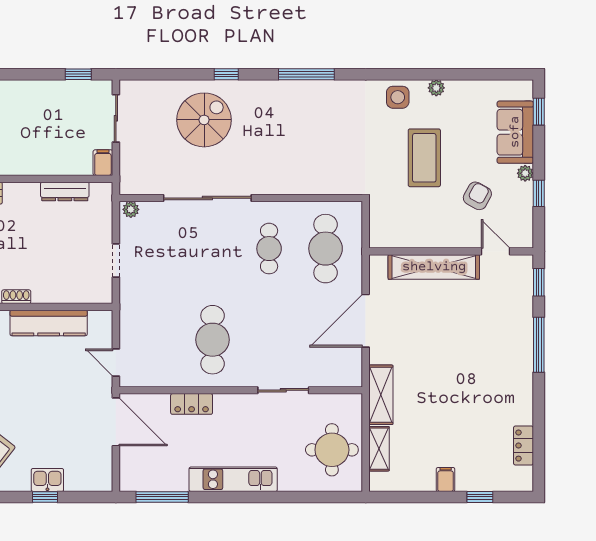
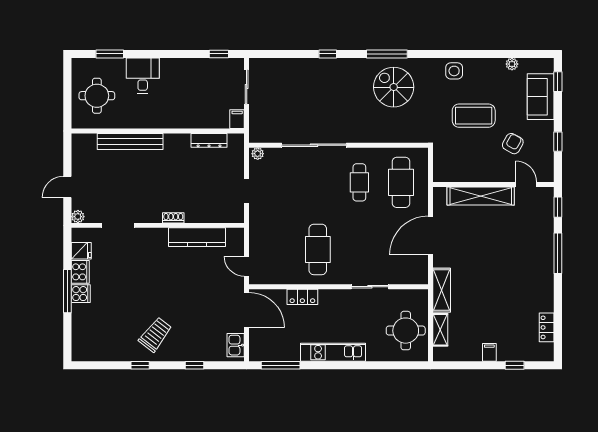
plant: (436, 88) -> (512, 64), moved
spiral stairs: (204, 120) -> (394, 87), moved, turned -90
coffee table: (424, 158) -> (474, 116), turned 90
plant: (525, 173) -> (548, 127), removed
kitchen sink: (47, 480) -> (236, 345), moved, turned -90

